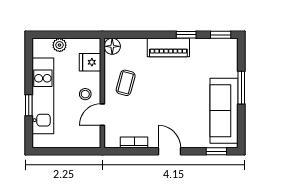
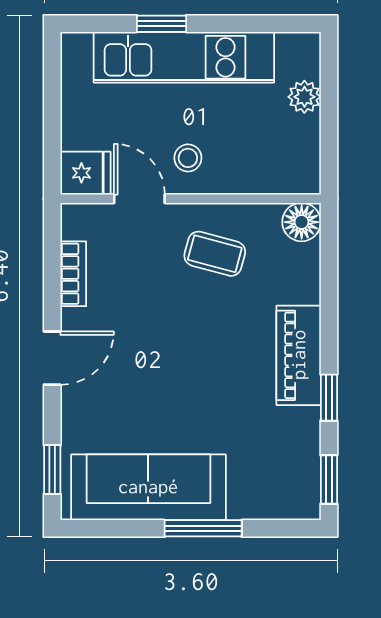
fridge: (90, 62) -> (86, 173), moved, turned 90

